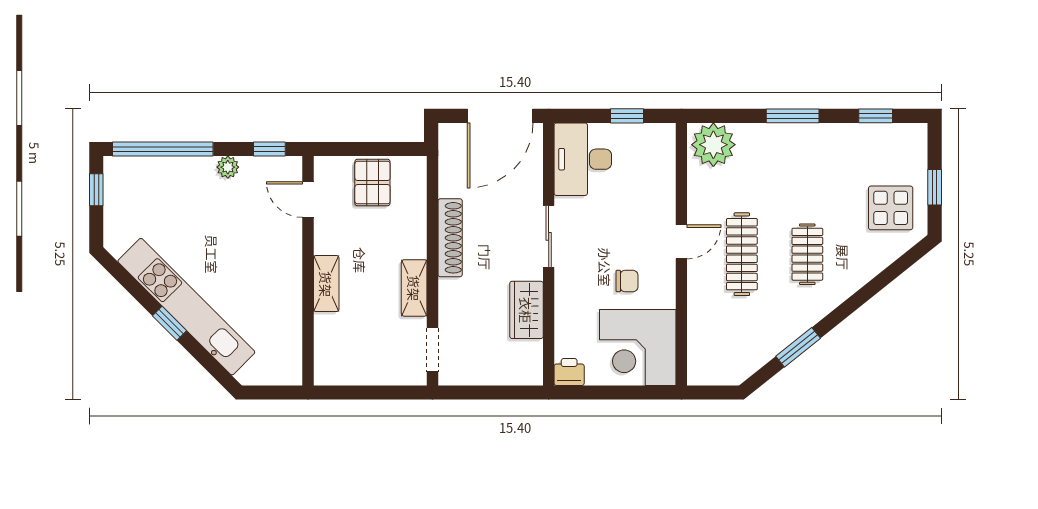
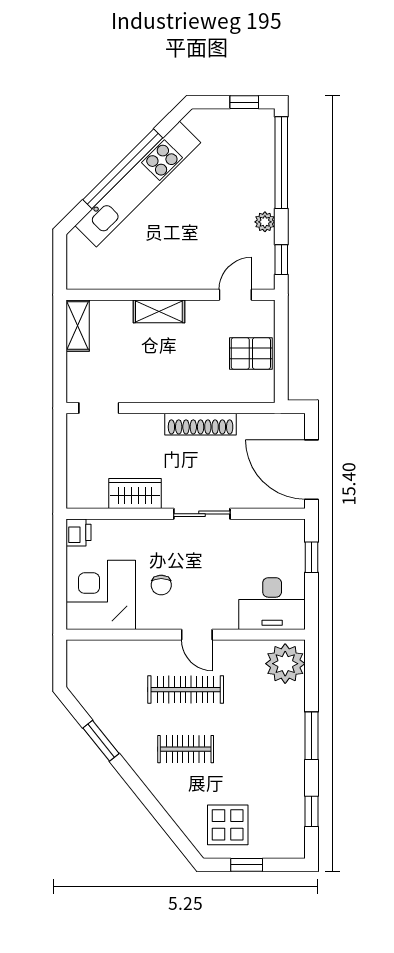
window: (627, 116) -> (311, 557), moved
desk: (583, 159) -> (272, 604), moved, turned 180
shelving: (414, 288) -> (78, 326), moved, turned 90
window: (170, 323) -> (123, 169), width x3.17

